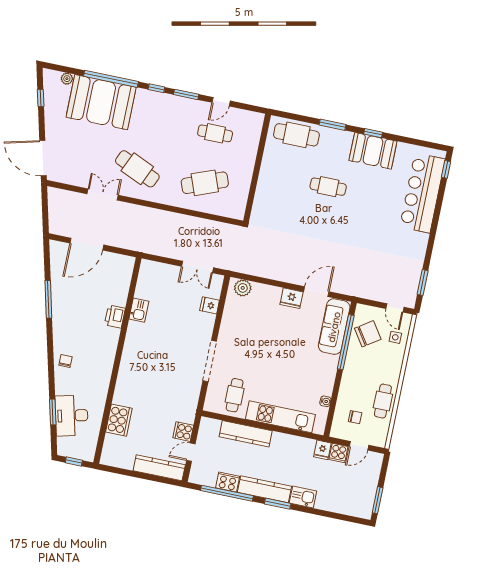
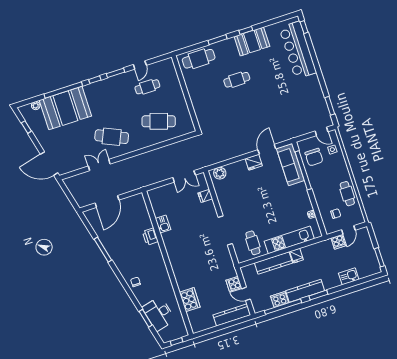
cafe table: (205, 183) -> (159, 121), turned 39
chair: (368, 334) -> (314, 157), turned 124
fridge: (322, 450) -> (297, 256), moved
door: (191, 452) -> (246, 294), hinge flipped
kitchen sink: (303, 497) -> (349, 276), moved

